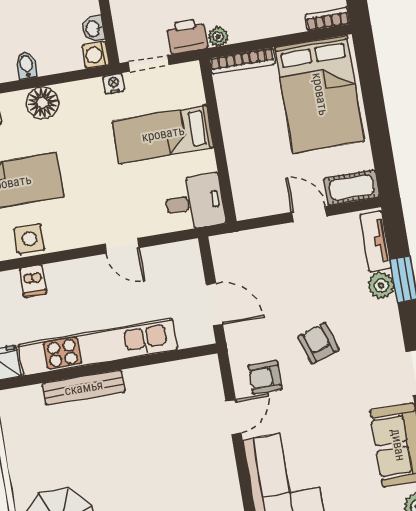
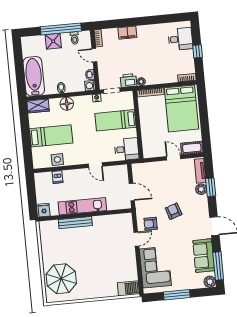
kitchen unit: (98, 347) -> (82, 206), width x0.73

